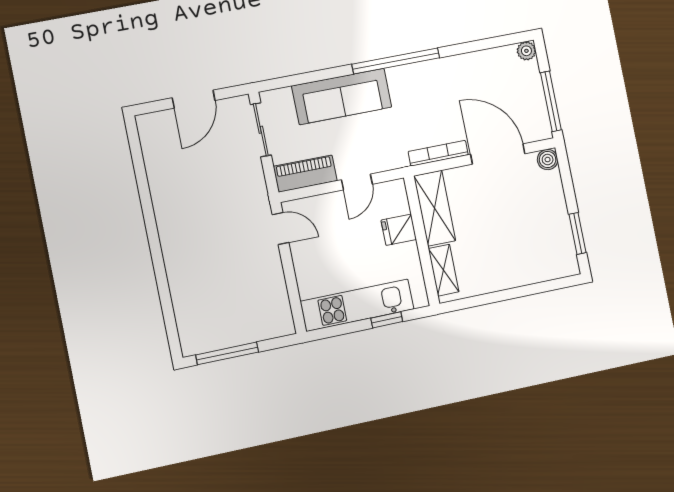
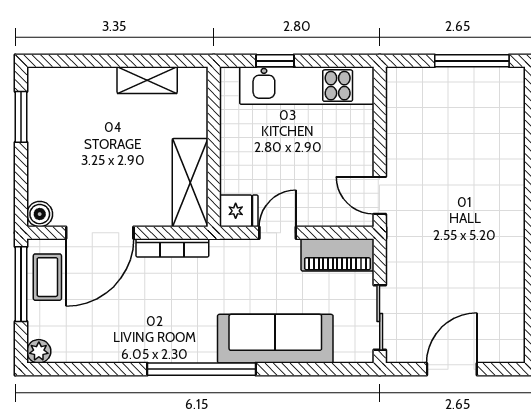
coffee table: (532, 111) -> (47, 277), added
door: (498, 154) -> (100, 233), hinge flipped
fridge: (399, 230) -> (239, 211), moved
shelving: (444, 270) -> (147, 80), moved, turned 90

